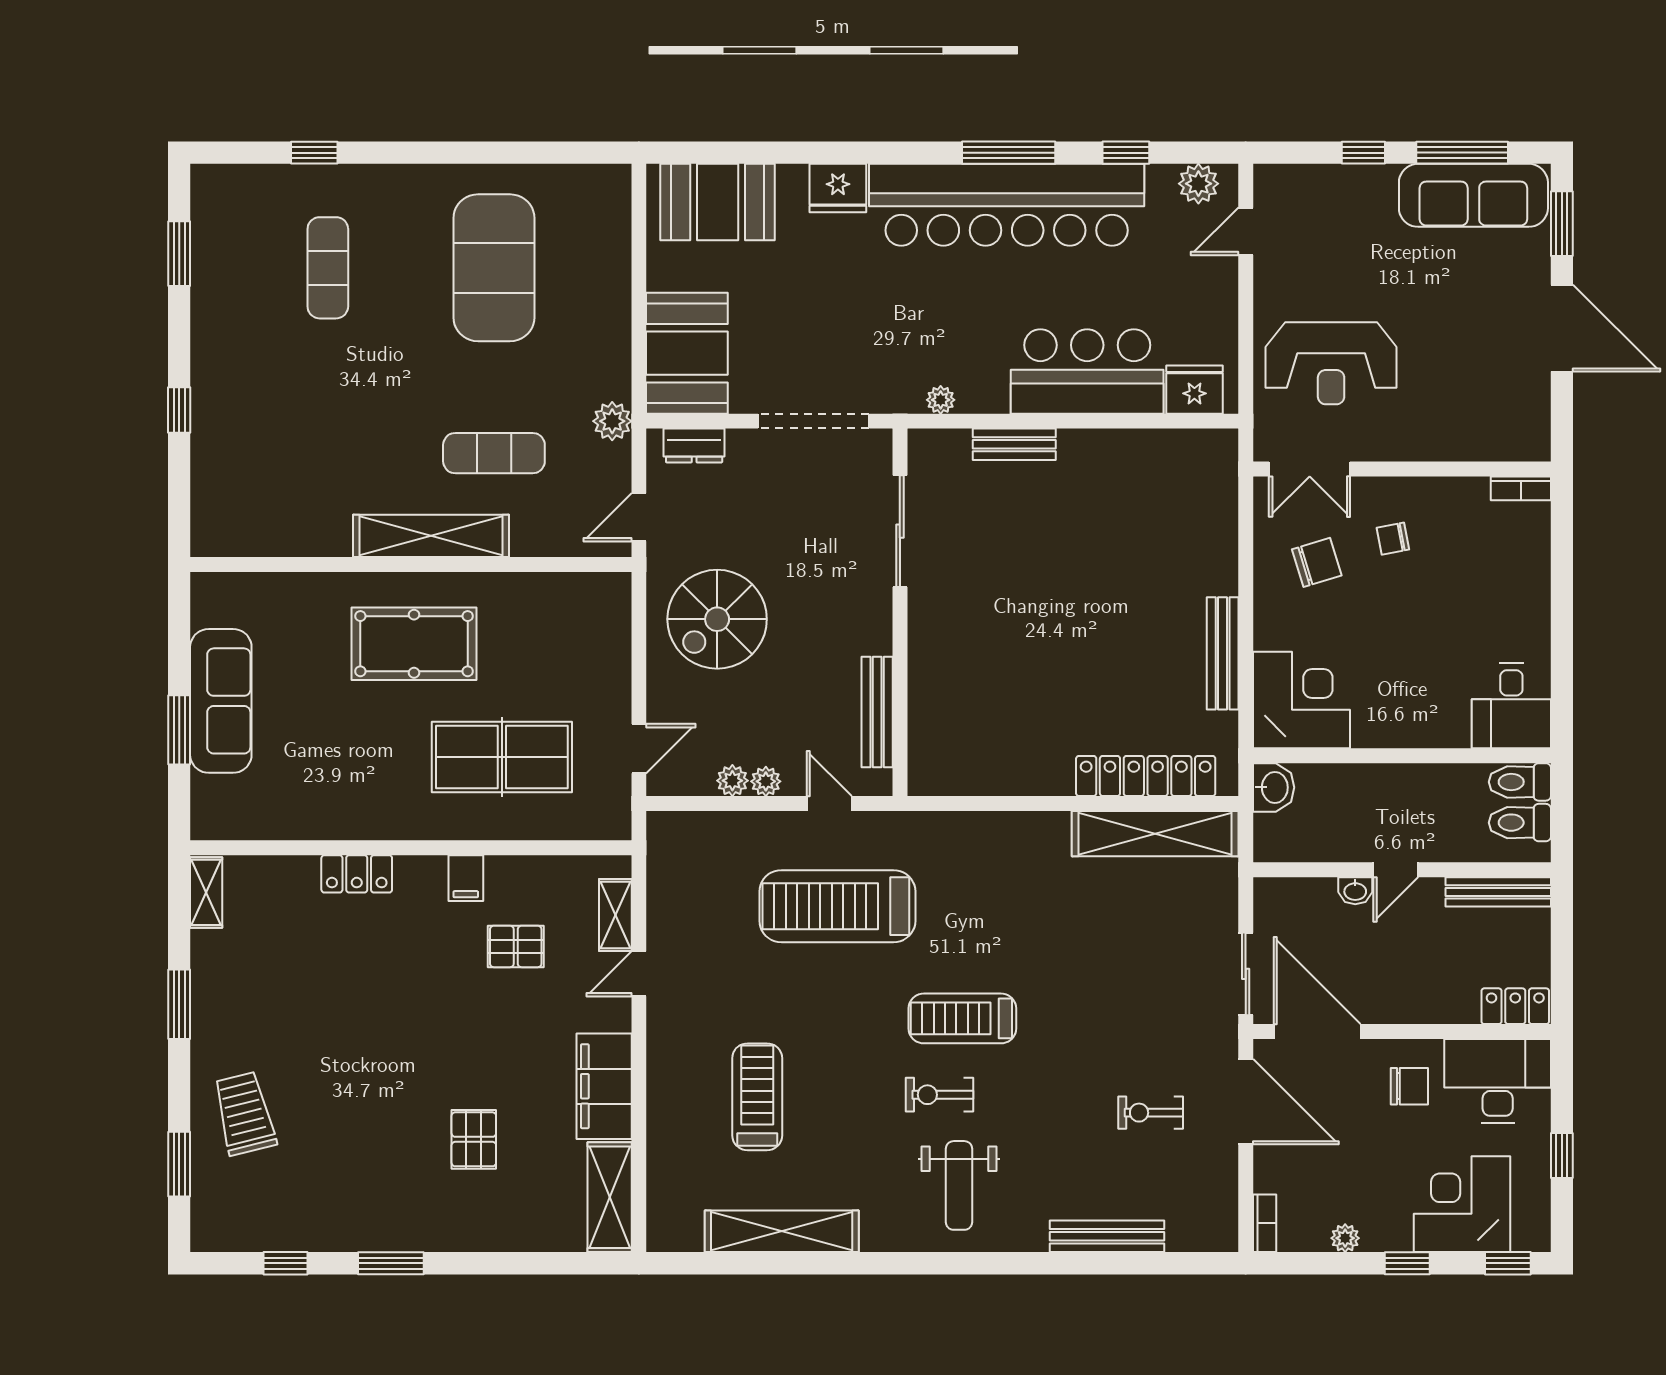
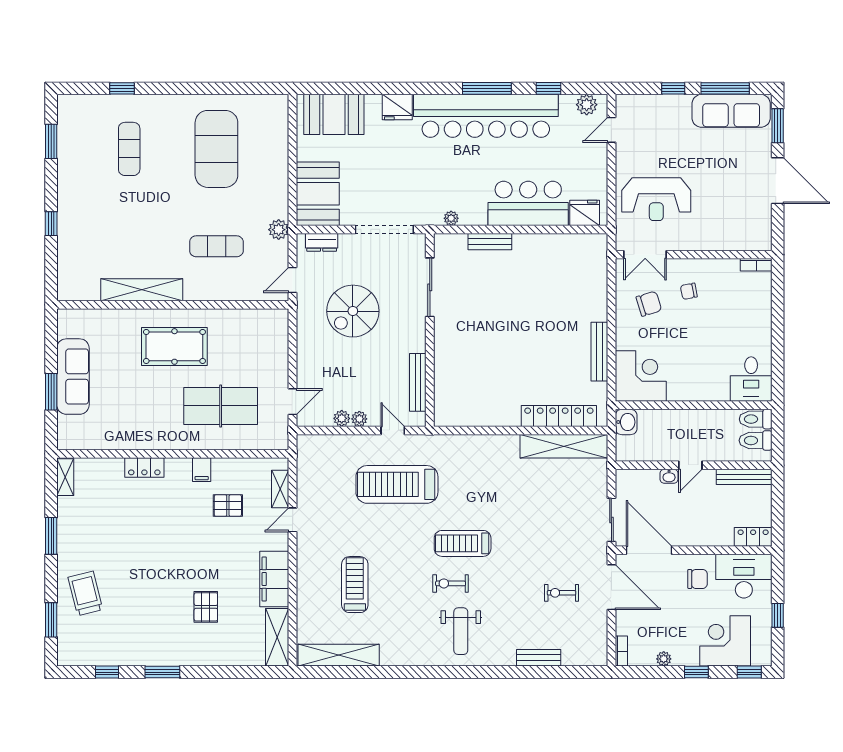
shelving: (431, 536) -> (142, 290), moved
spiral stairs: (717, 619) -> (353, 311), moved
shelving: (782, 1231) -> (339, 655), moved
bench: (1107, 1236) -> (539, 658), width x0.73

